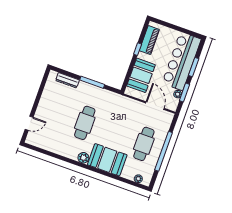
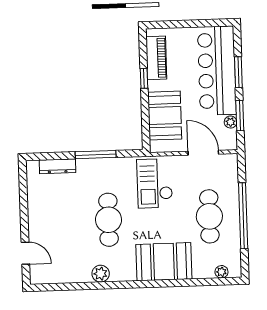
checkout: (120, 112) -> (155, 183), added
door: (29, 123) -> (25, 253), hinge flipped
plant: (83, 158) -> (101, 274), moved

